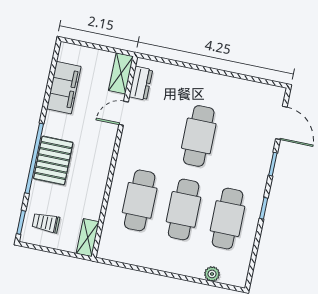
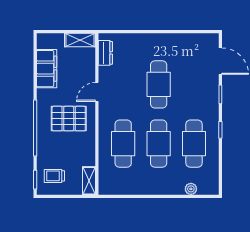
shelving: (121, 73) -> (80, 40), moved, turned 90
door: (124, 113) -> (97, 92), moved
pallet: (53, 160) -> (69, 119), moved, turned 90

